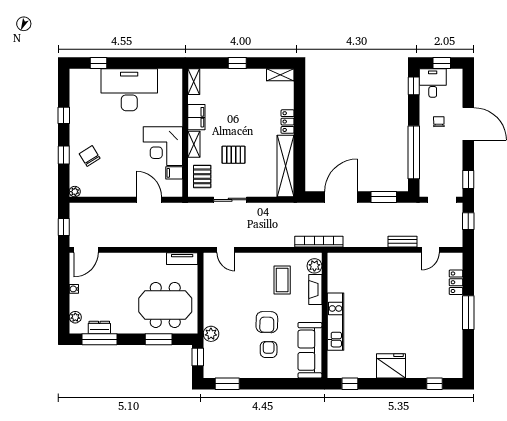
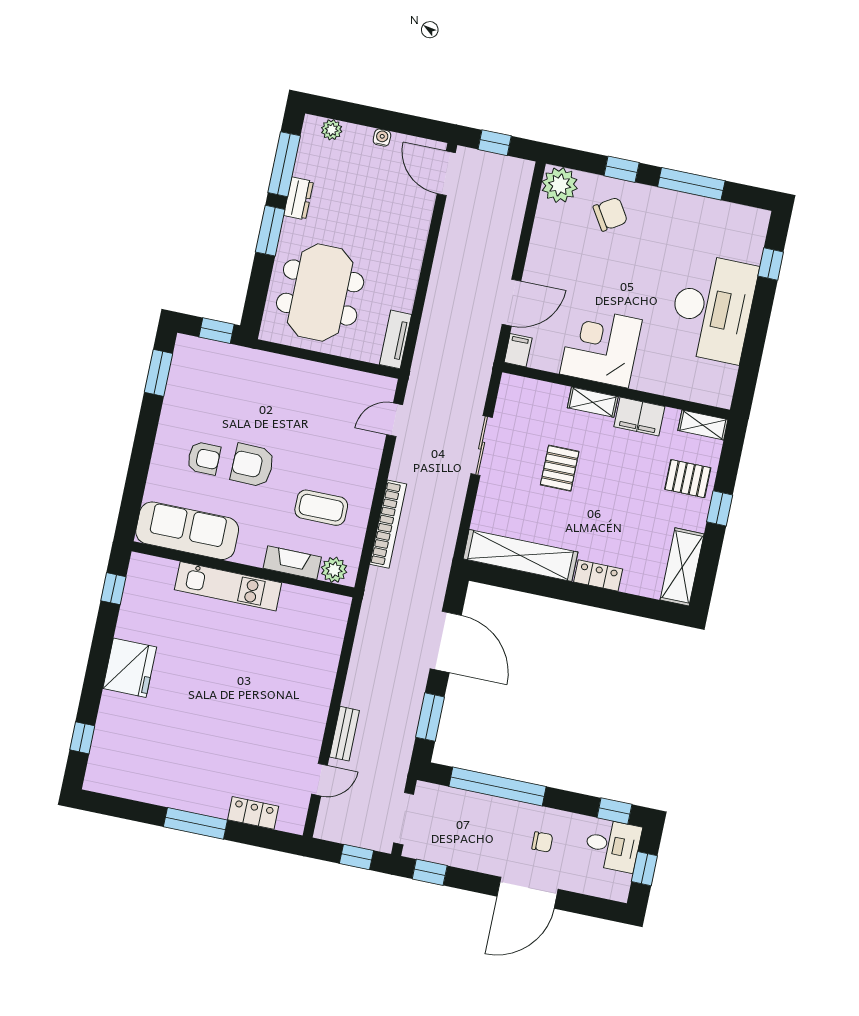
shelving: (280, 75) -> (682, 567), width x1.50, depth x1.33
window: (64, 115) -> (691, 184), width x2.17
filing cabinet: (174, 173) -> (518, 350), moved
pallet: (202, 176) -> (688, 479), moved
plant: (75, 192) -> (560, 185), width x1.88, depth x1.88
bookcase: (319, 242) -> (388, 524), moved
door: (430, 250) -> (320, 780), swing flipped
dresser: (99, 327) -> (299, 198), moved
plant: (211, 334) -> (252, 363), removed
window: (159, 339) -> (270, 231), moved

